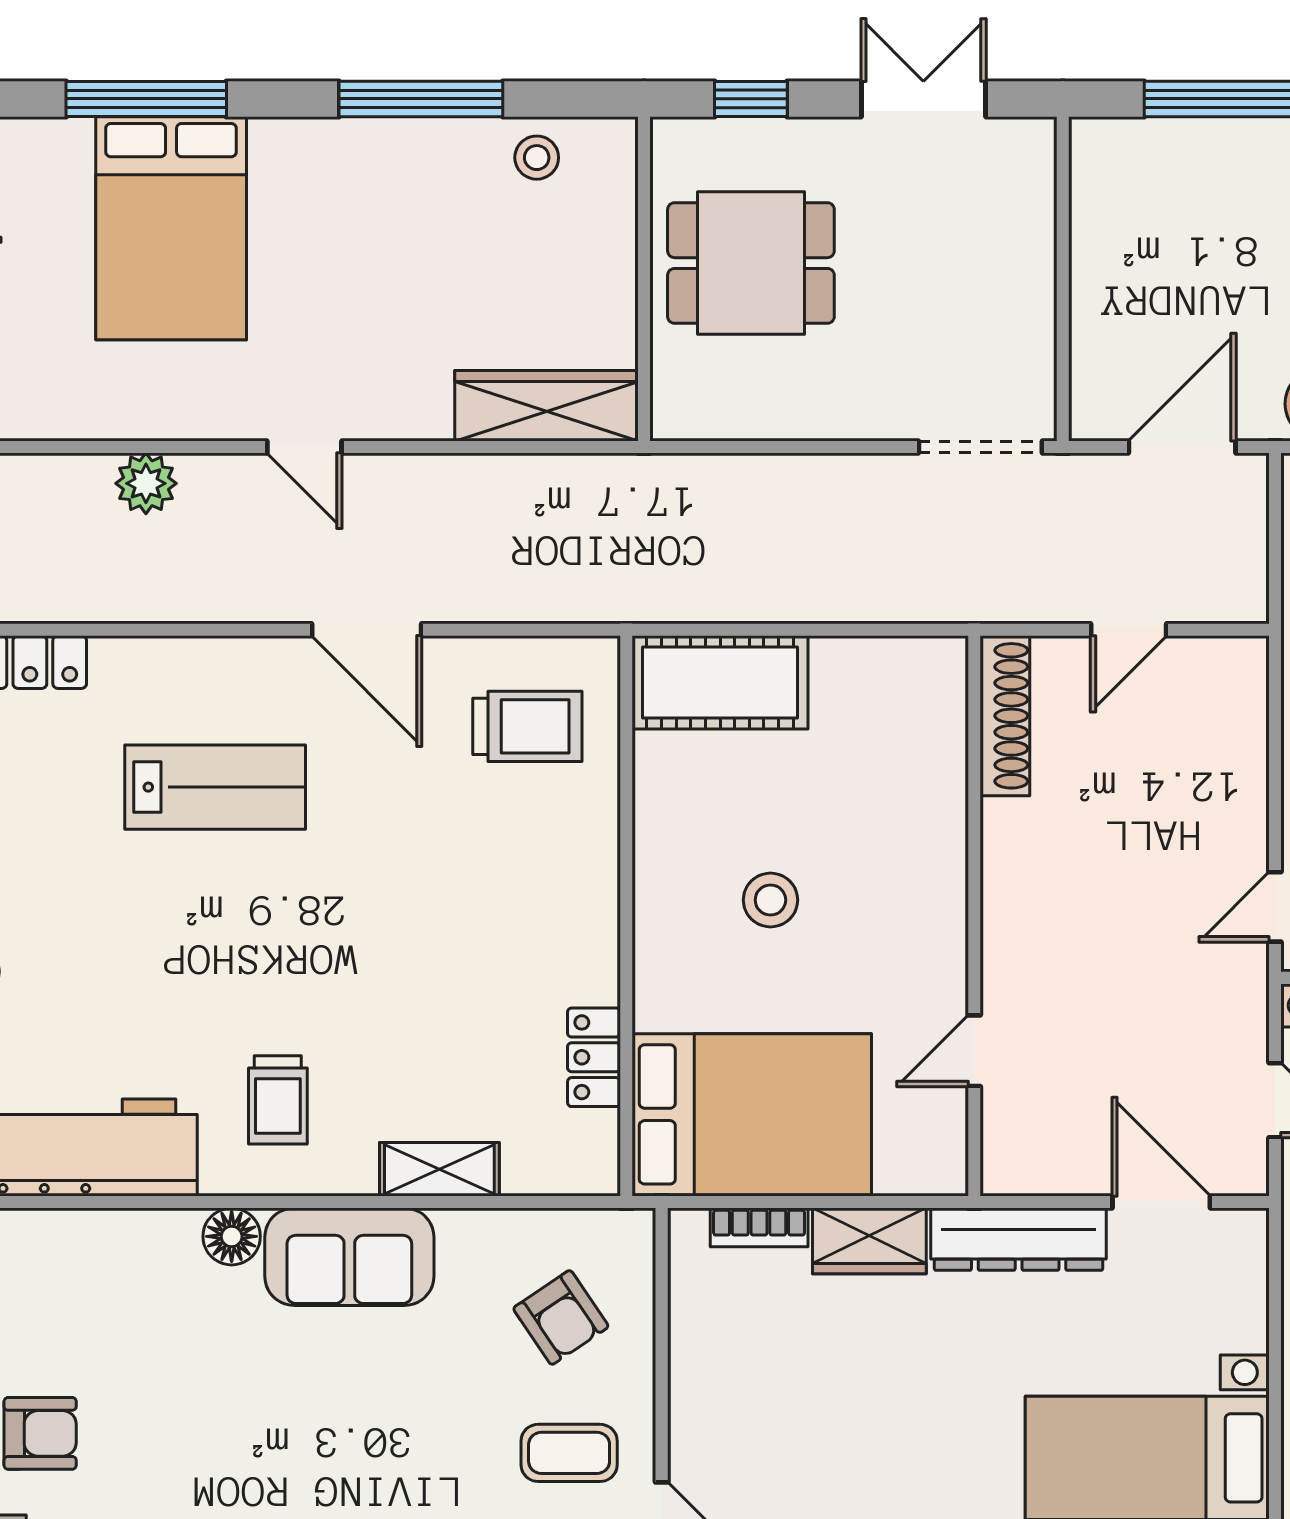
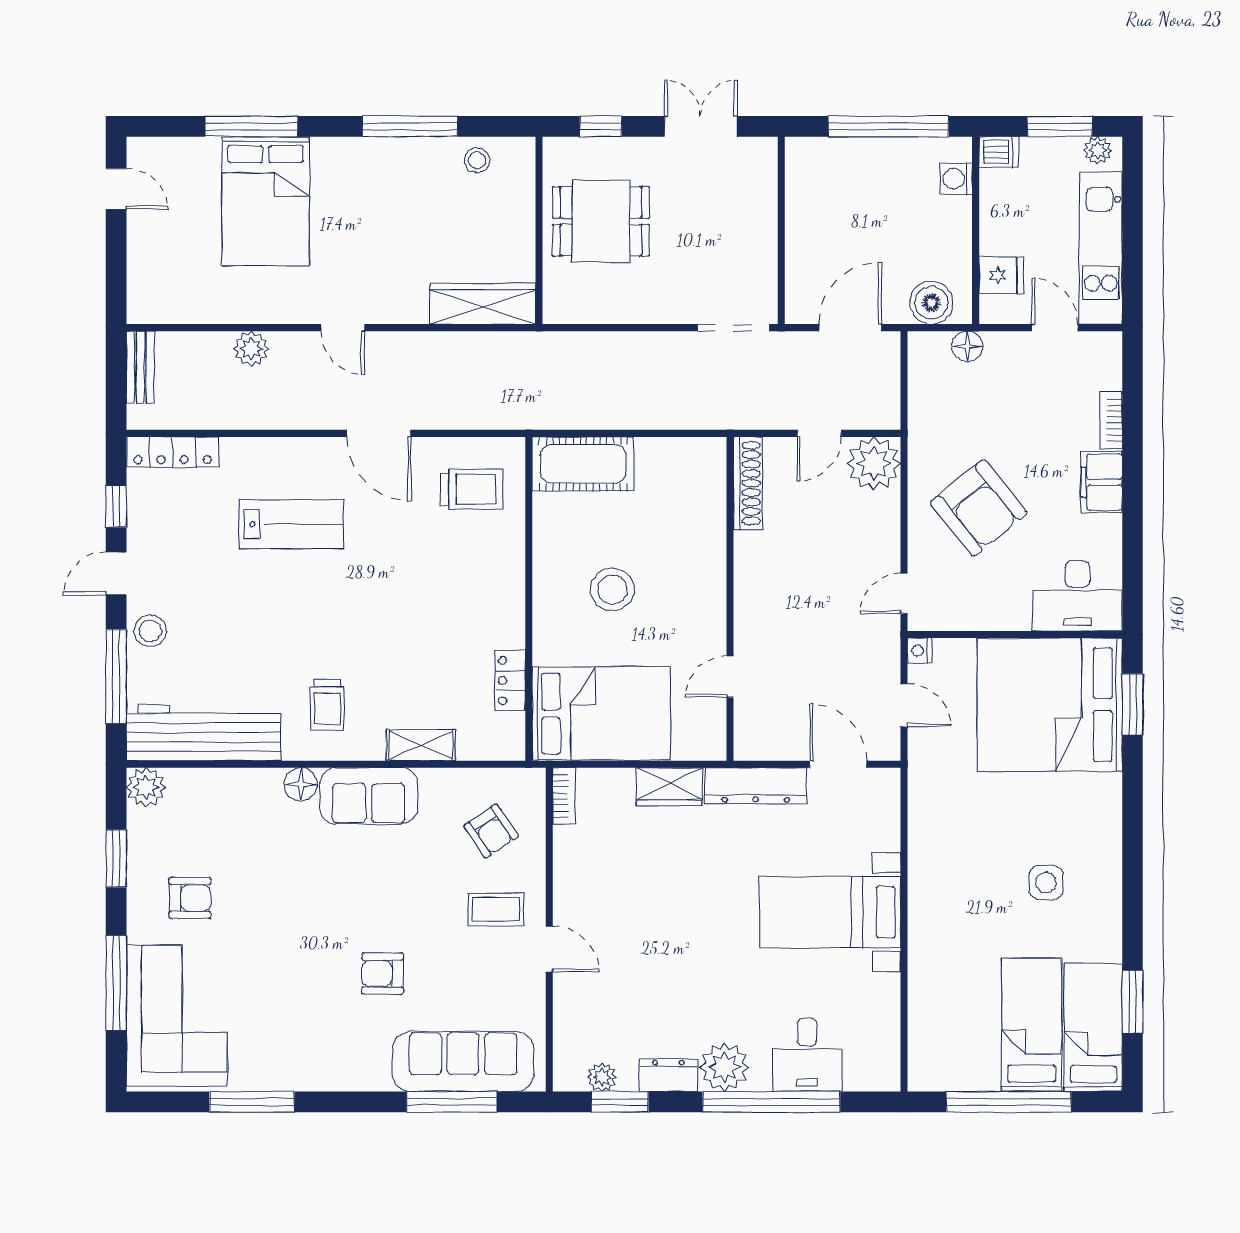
plant: (1223, 682) -> (874, 463), added
stool: (770, 900) -> (612, 590), width x1.38, depth x1.38
bookcase: (759, 1227) -> (564, 796), moved, turned -90

